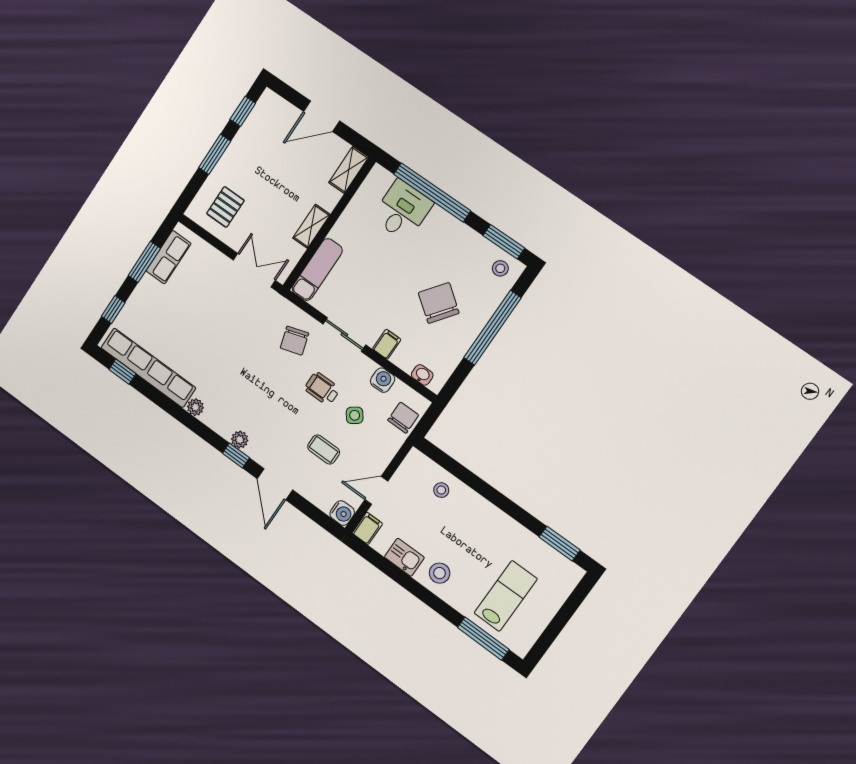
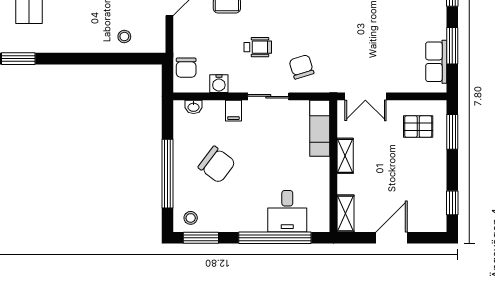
window: (215, 154) -> (452, 132), moved
pallet: (225, 207) -> (418, 127), turned 90
side table: (355, 415) -> (222, 45), removed

